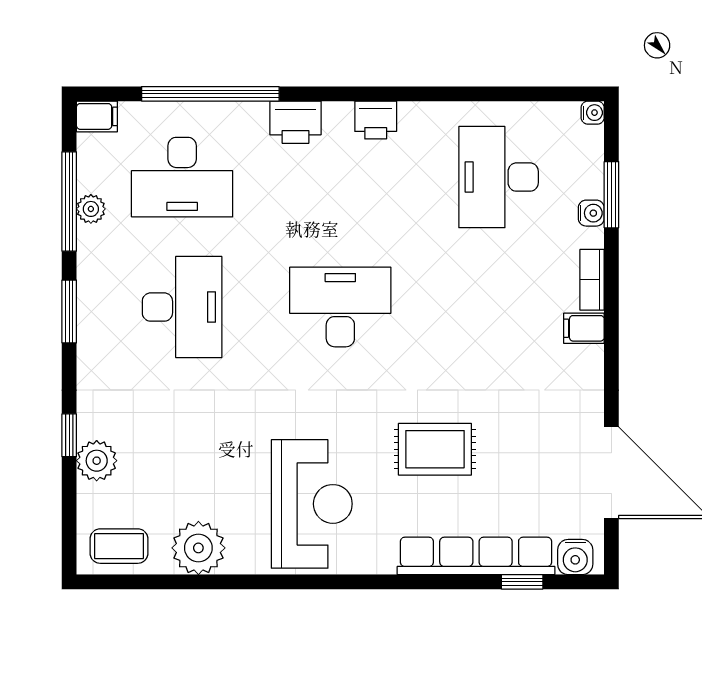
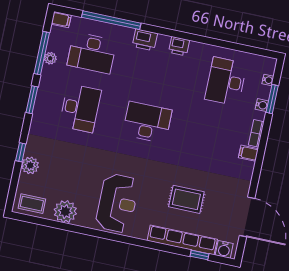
water cooler: (593, 113) -> (268, 80), moved
rug: (435, 449) -> (186, 199), moved

